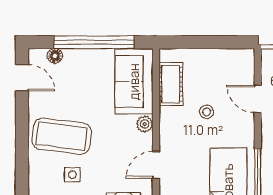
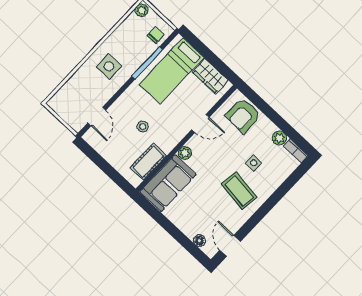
window: (94, 42) -> (170, 227), removed
door: (258, 99) -> (97, 117), moved
coffee table: (62, 136) -> (239, 191), width x0.73, depth x0.76

